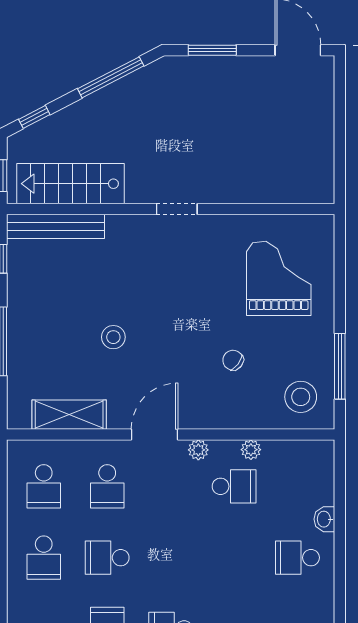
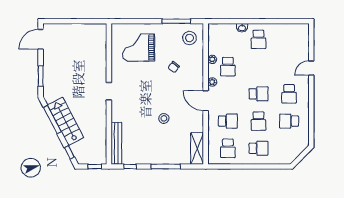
stairs: (70, 184) -> (66, 121), moved, turned 153
shelving: (69, 415) -> (197, 148), moved
school desk: (44, 486) -> (228, 148), turned 90
school desk: (234, 486) -> (228, 67), turned 180
school desk: (171, 558) -> (258, 94), added

